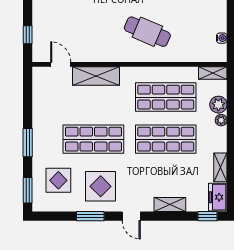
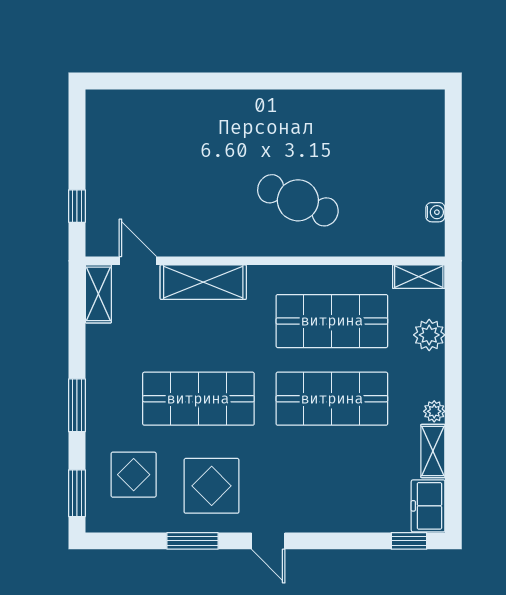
plant: (221, 120) -> (434, 411), moved
shelving: (170, 205) -> (98, 294), moved, turned 90

